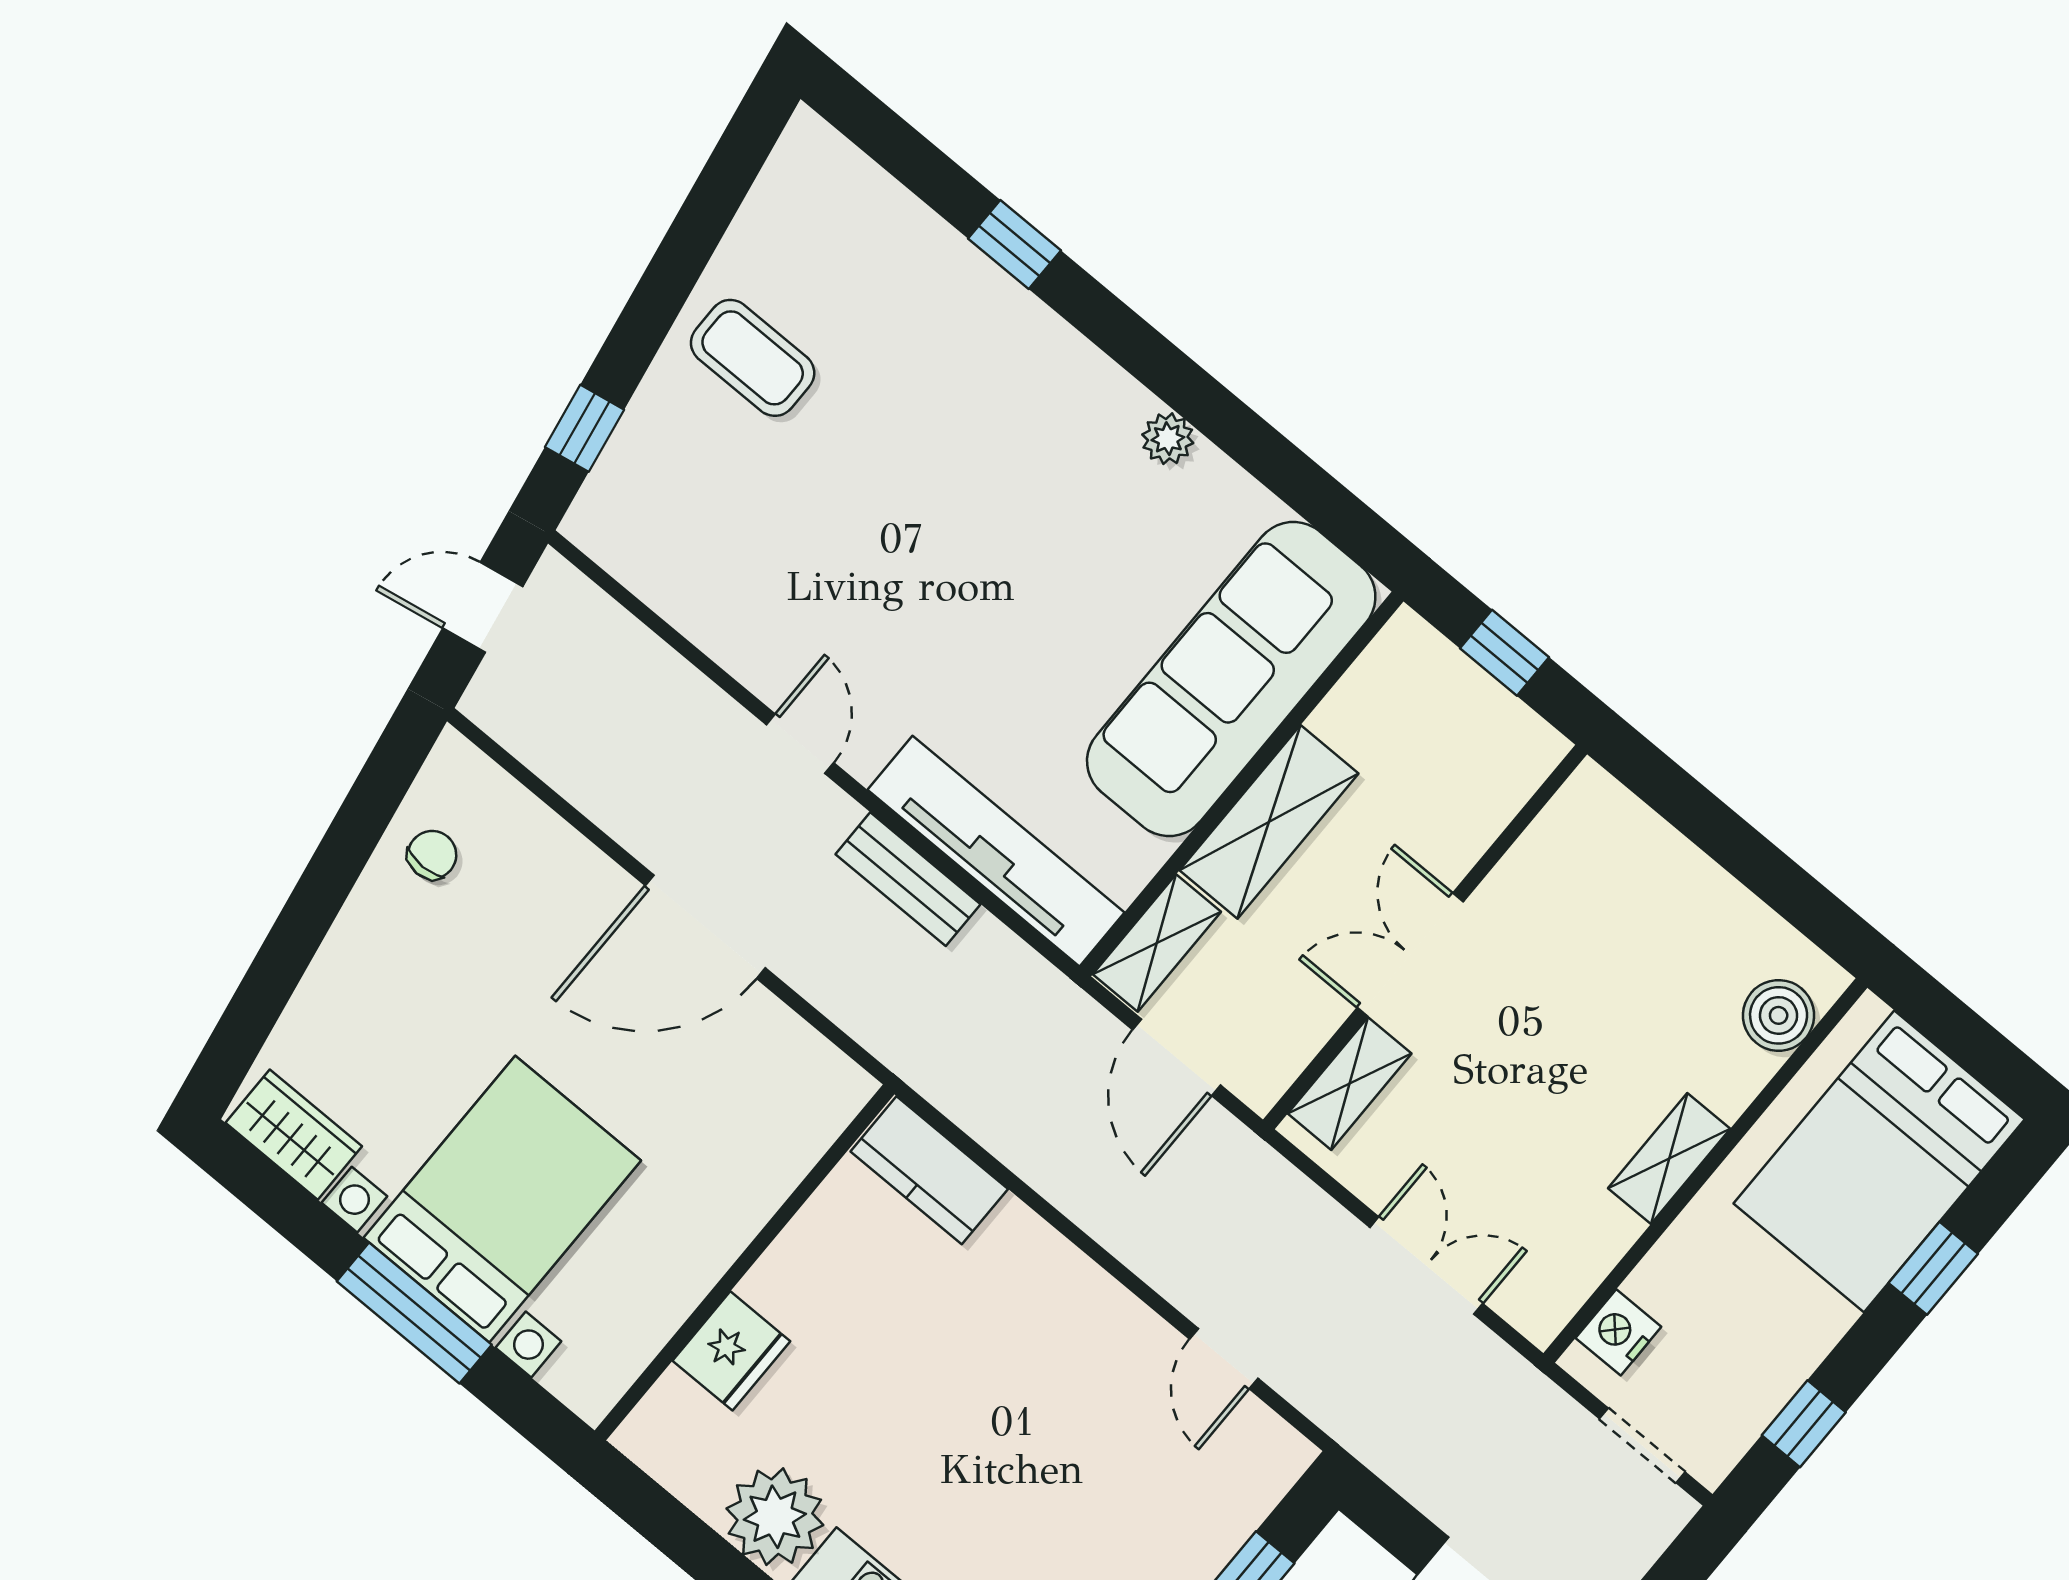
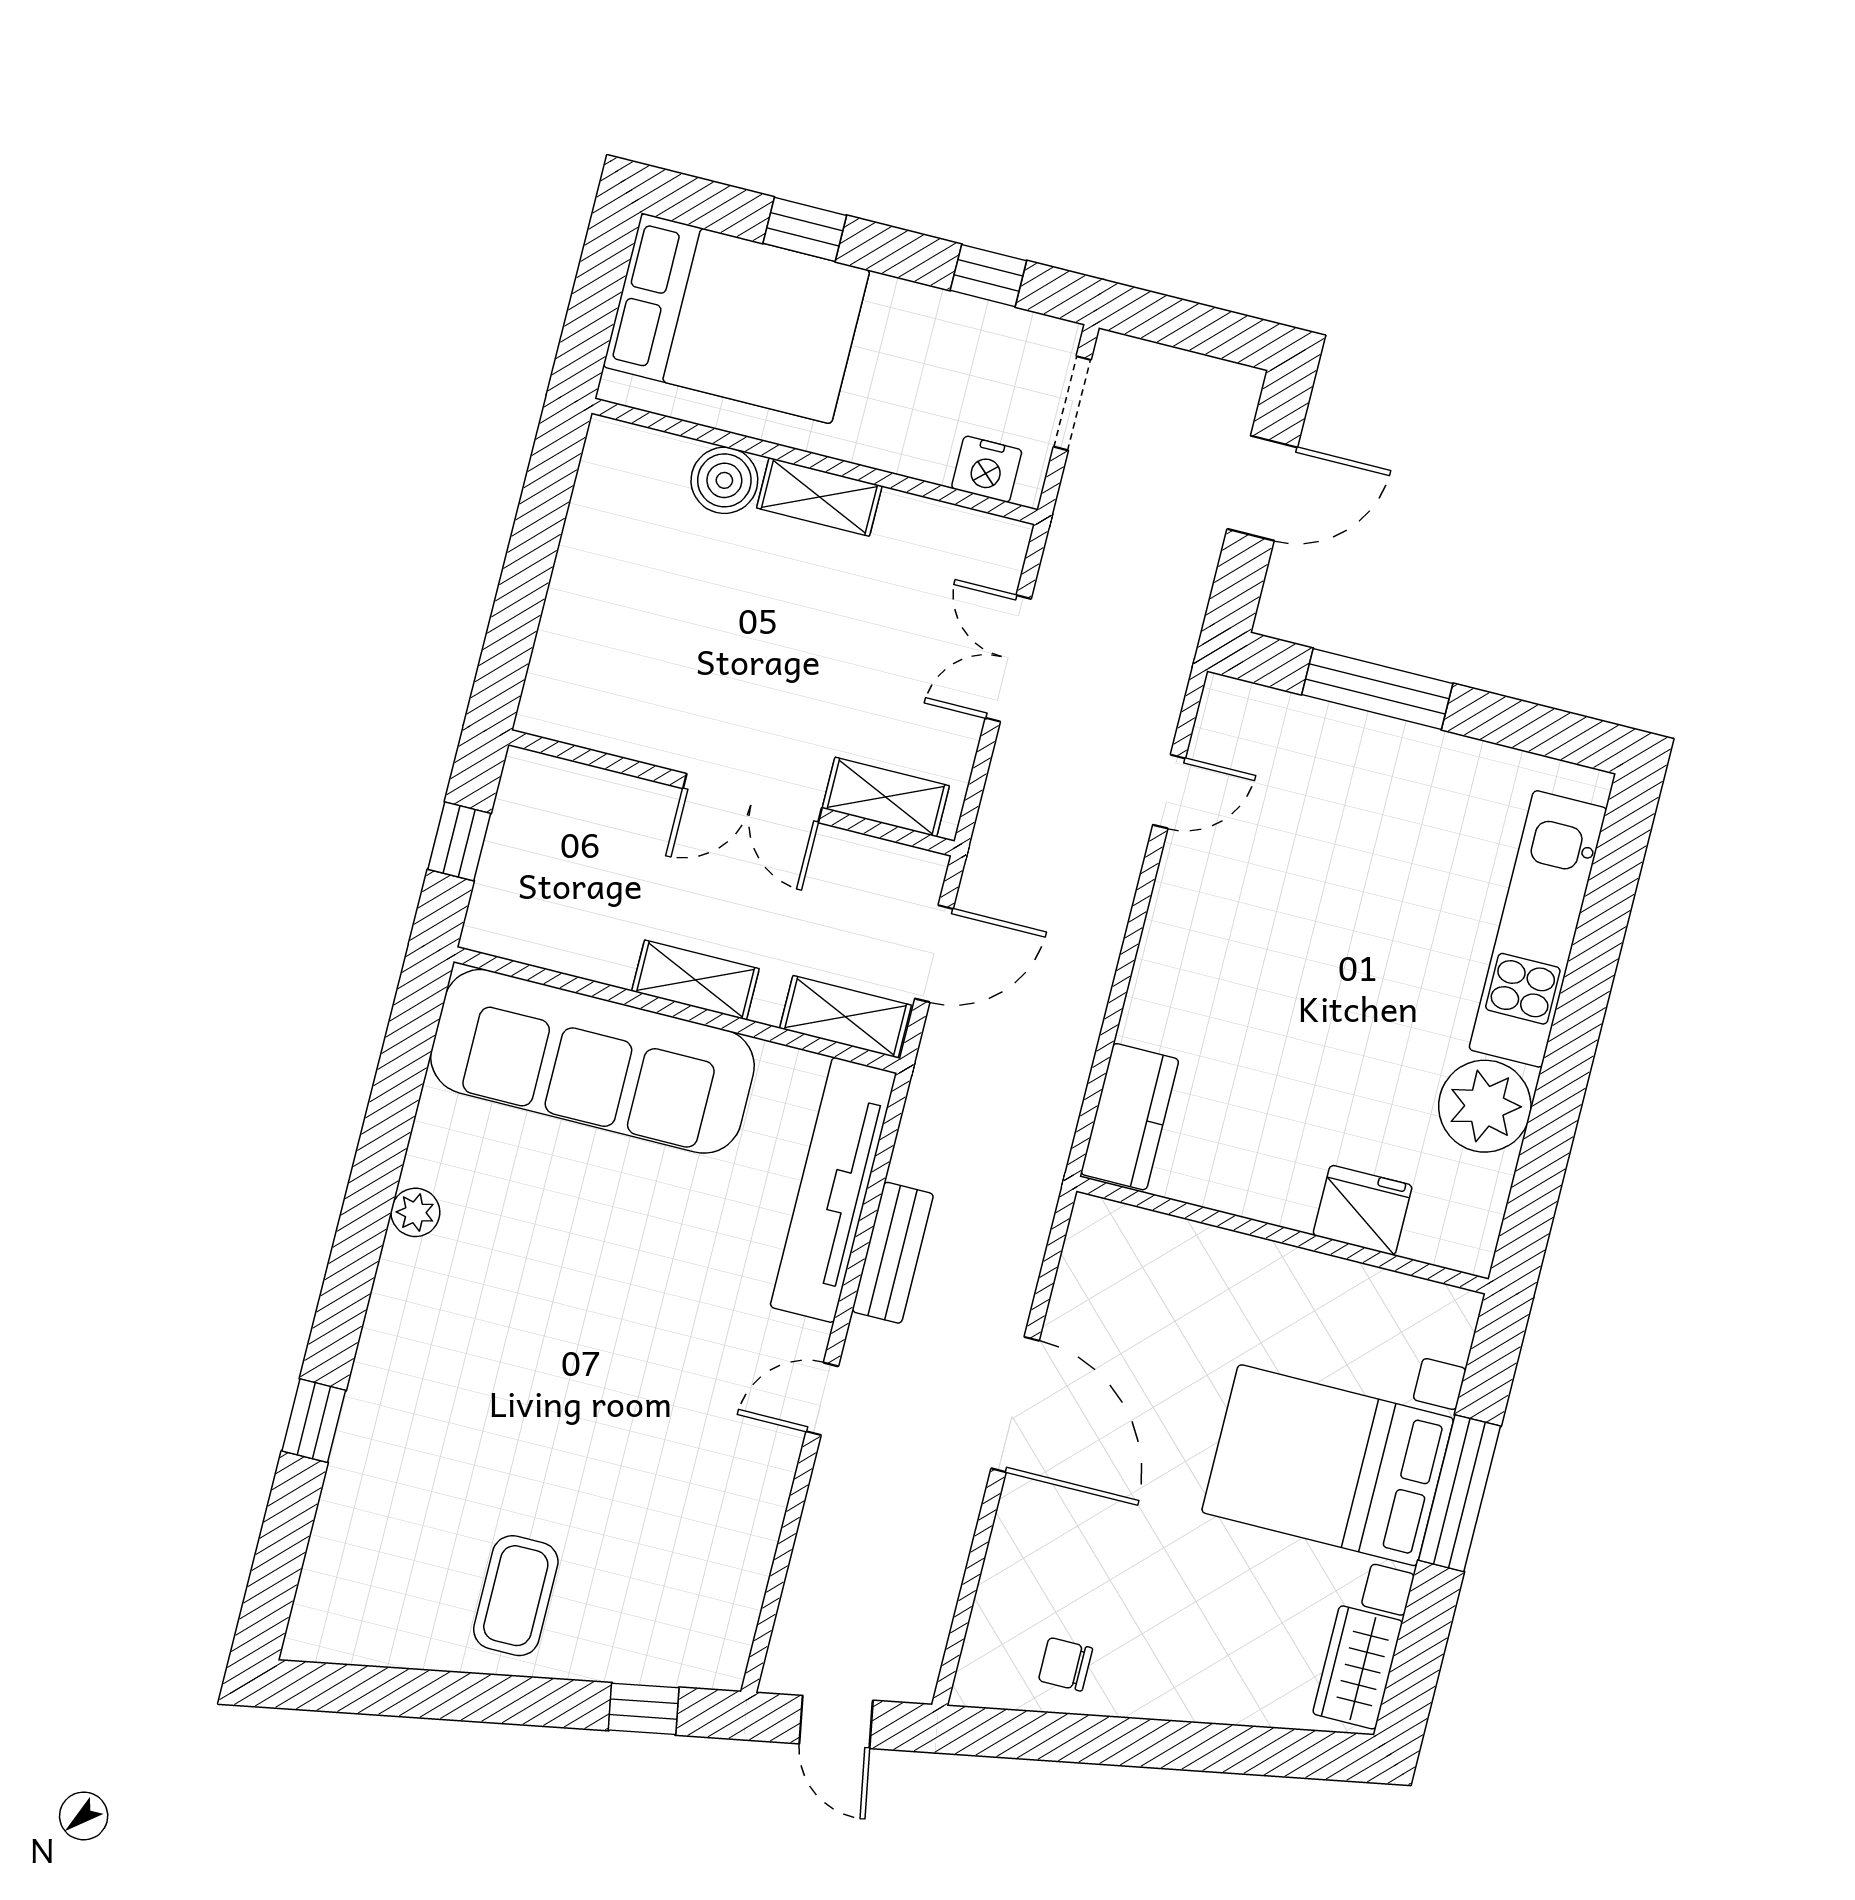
shelving: (1269, 822) -> (695, 980), width x0.67, depth x0.75
boiler: (1779, 1015) -> (724, 480), moved

